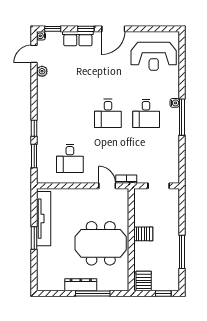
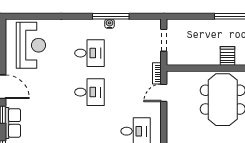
water cooler: (175, 103) -> (110, 24), moved
window: (182, 117) -> (111, 16), moved
server rack: (143, 234) -> (228, 56), moved

